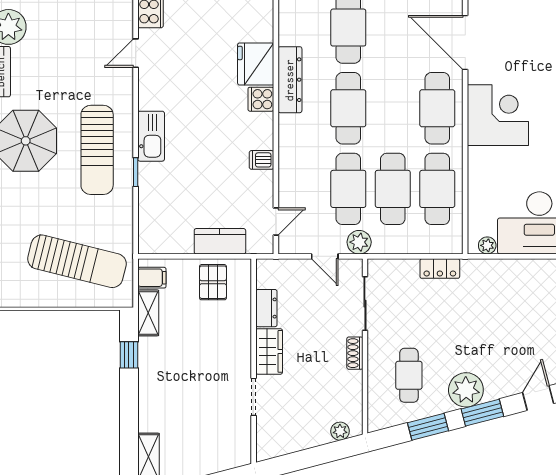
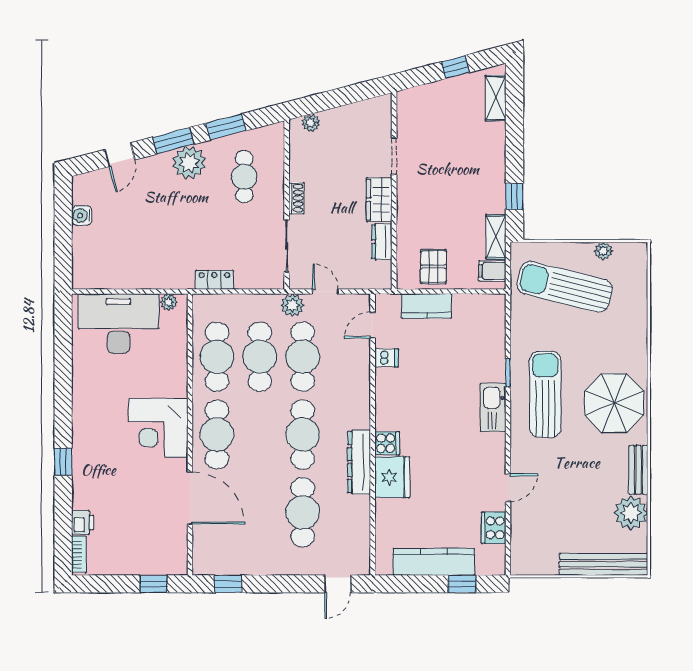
dishwasher: (262, 160) -> (387, 358), moved
plant: (37, 298) -> (603, 251), added

